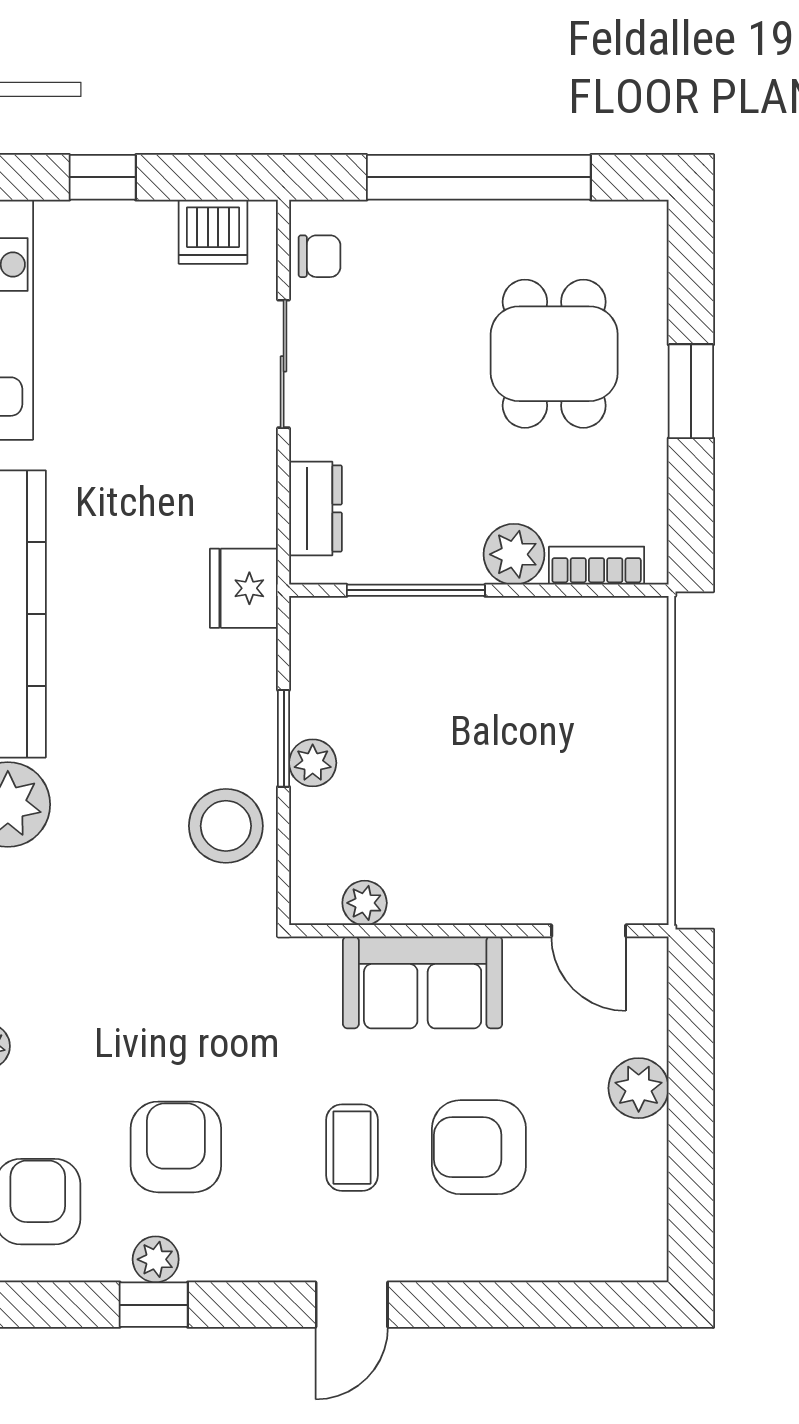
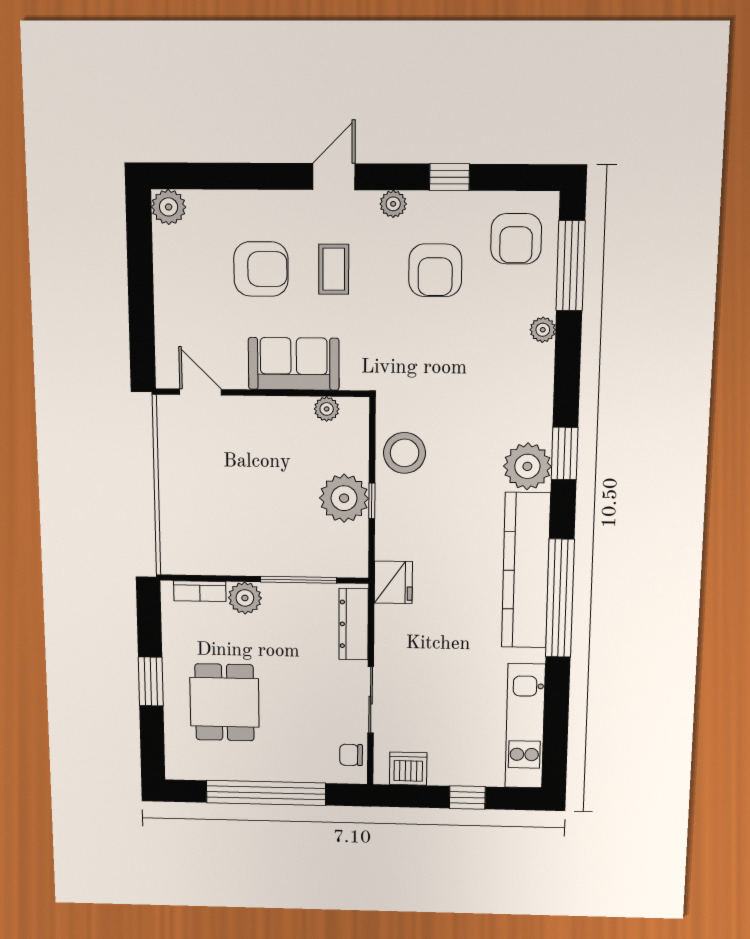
dresser: (315, 509) -> (354, 624), width x1.44
window: (284, 738) -> (372, 501), width x0.67
plant: (313, 763) -> (344, 498), width x1.87, depth x1.87
plant: (639, 1088) -> (169, 207), moved
plant: (156, 1259) -> (393, 204), moved

